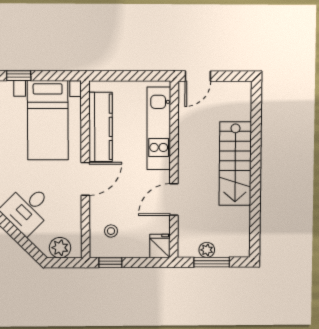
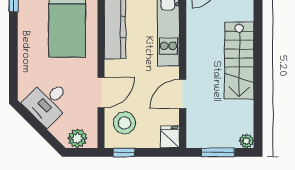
door: (85, 179) -> (101, 92), moved
stool: (111, 231) -> (125, 123), width x1.89, depth x1.89
plant: (207, 250) -> (246, 141), moved

